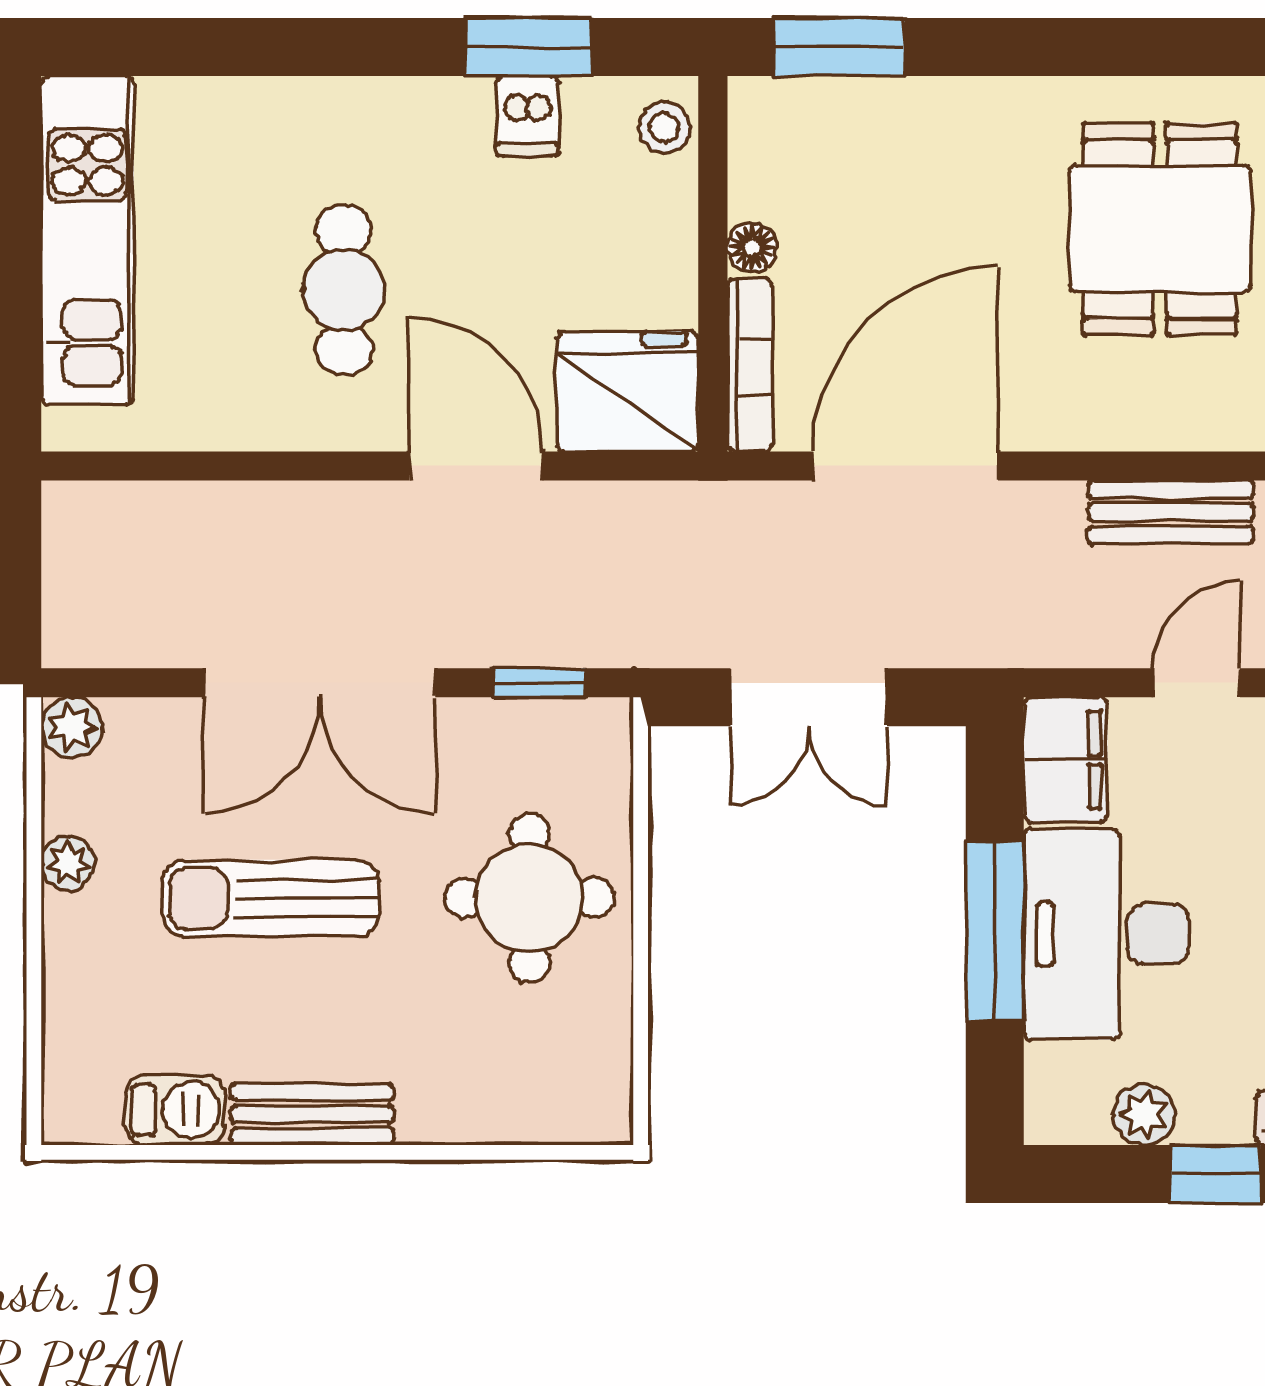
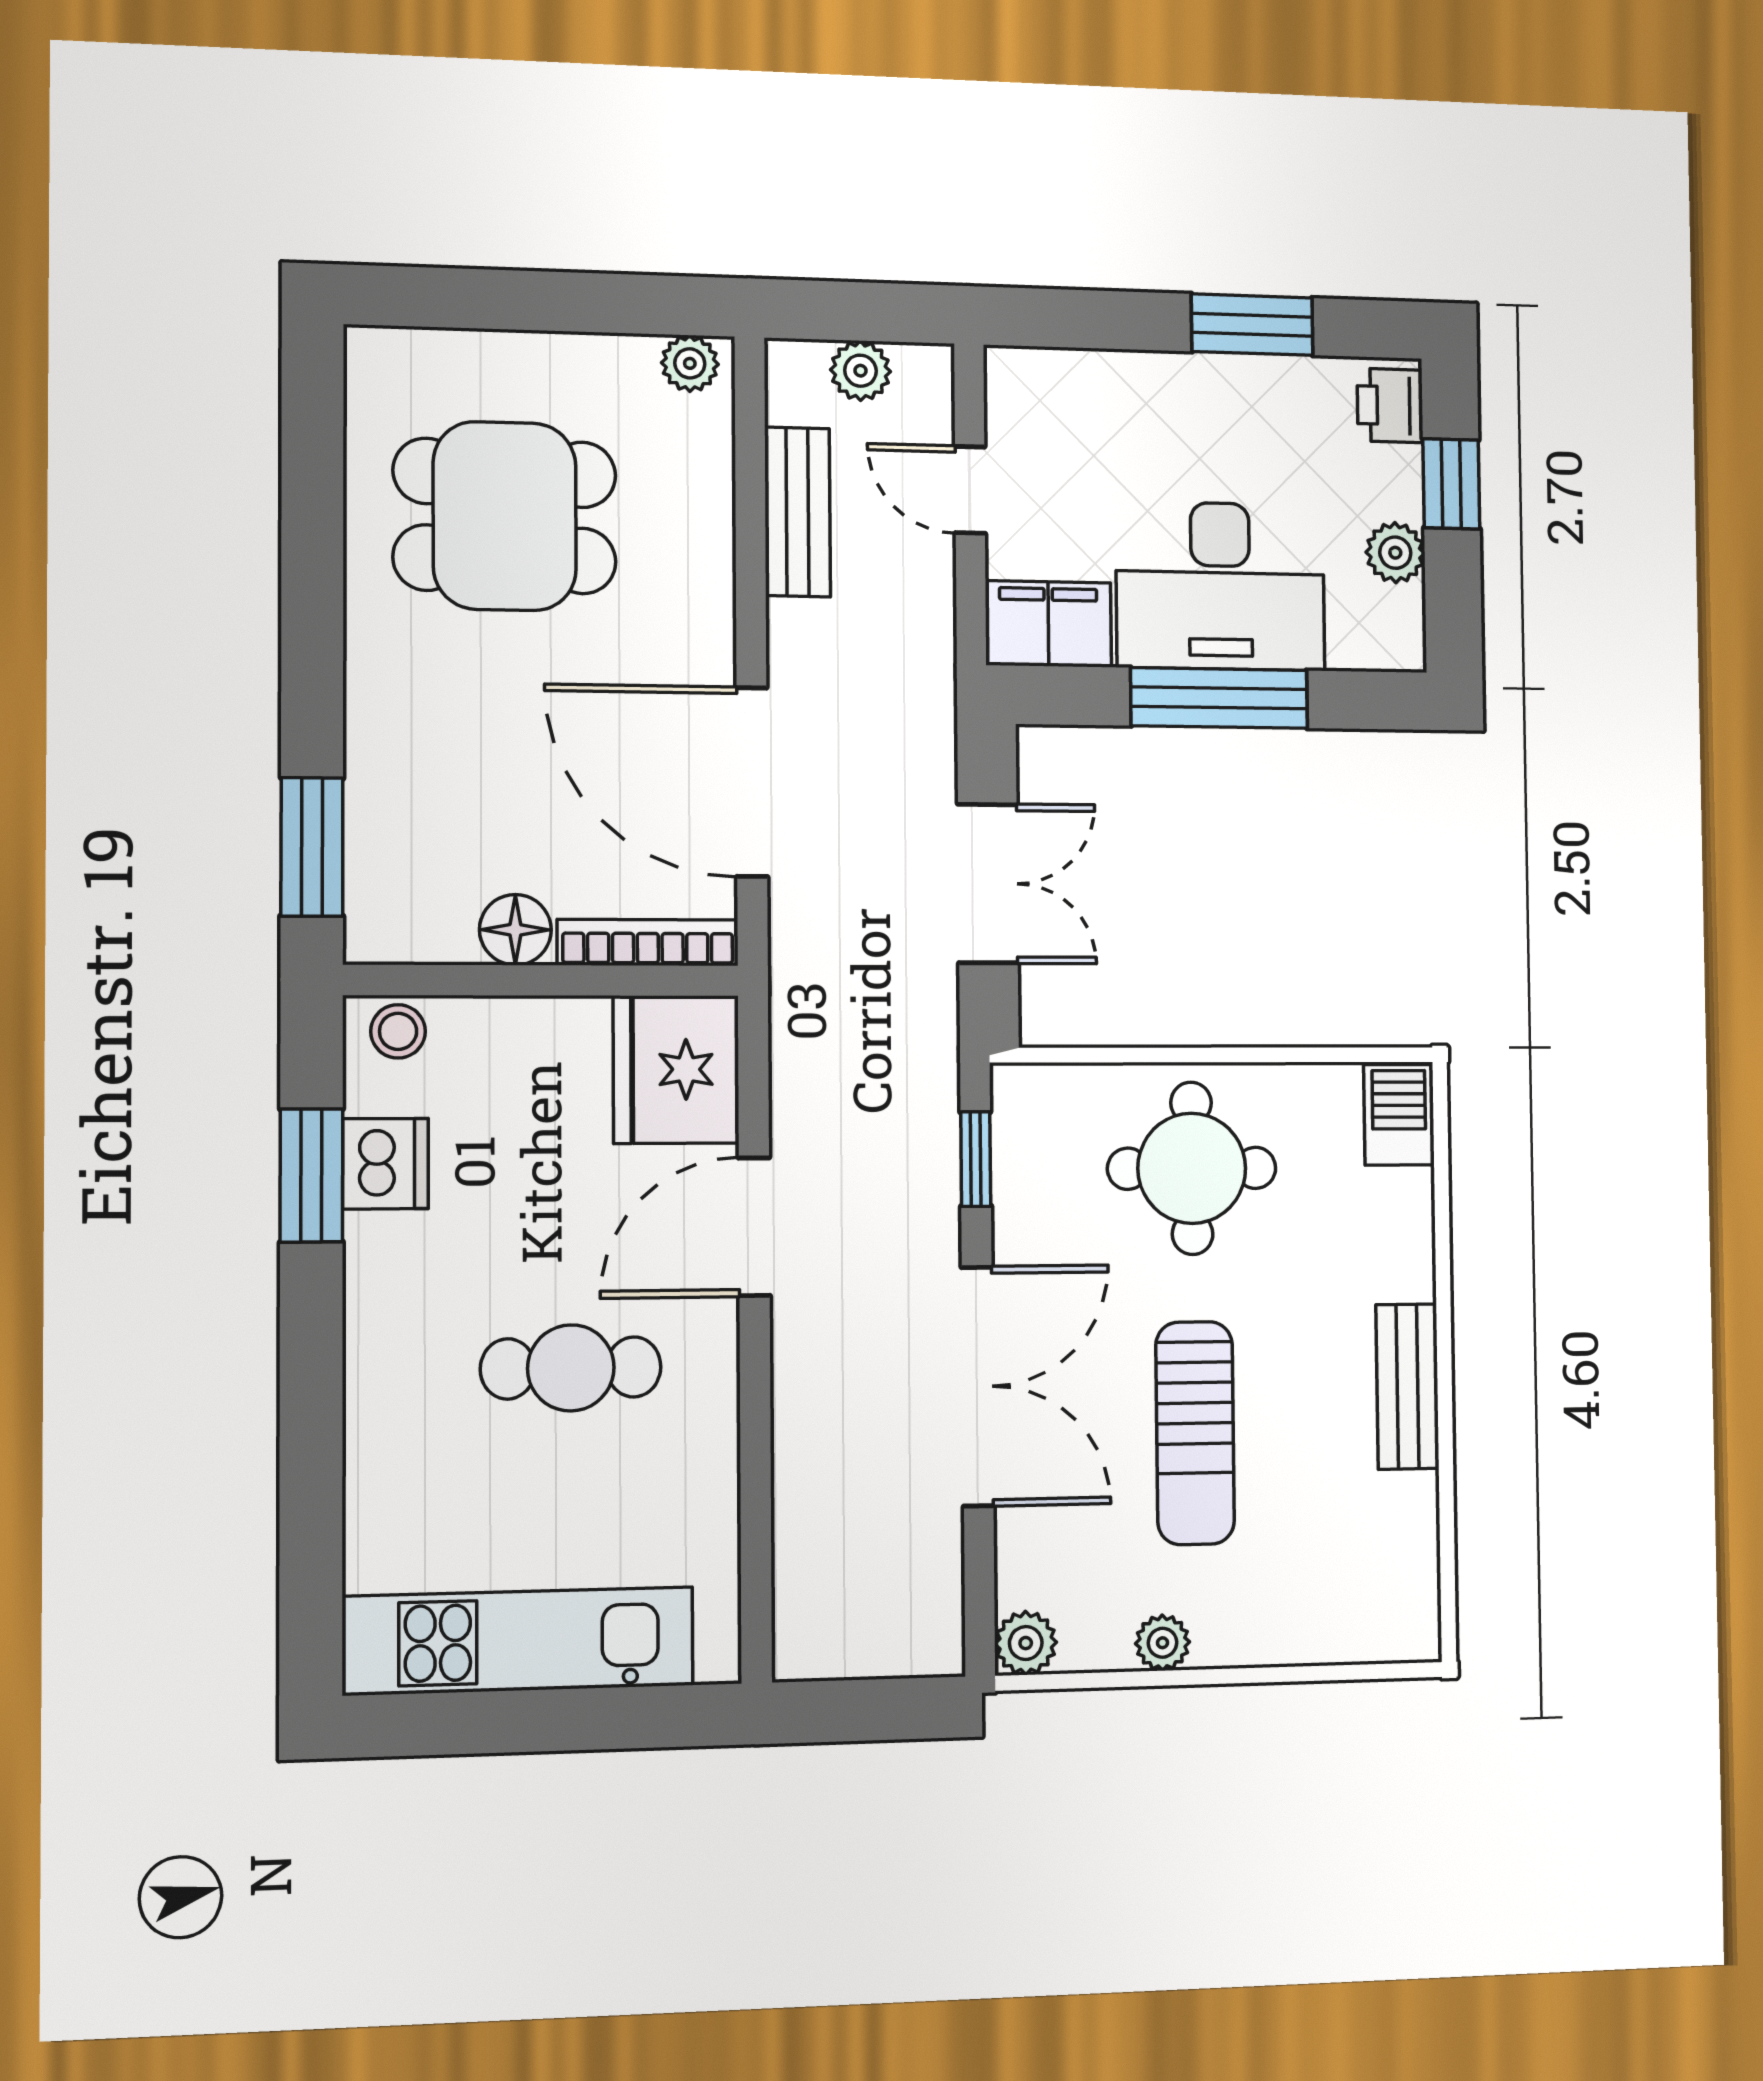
dishwasher: (527, 116) -> (385, 1164), width x1.38
floor lamp: (752, 248) -> (515, 930), width x1.37, depth x1.37
barbecue: (175, 1110) -> (1399, 1115), moved

